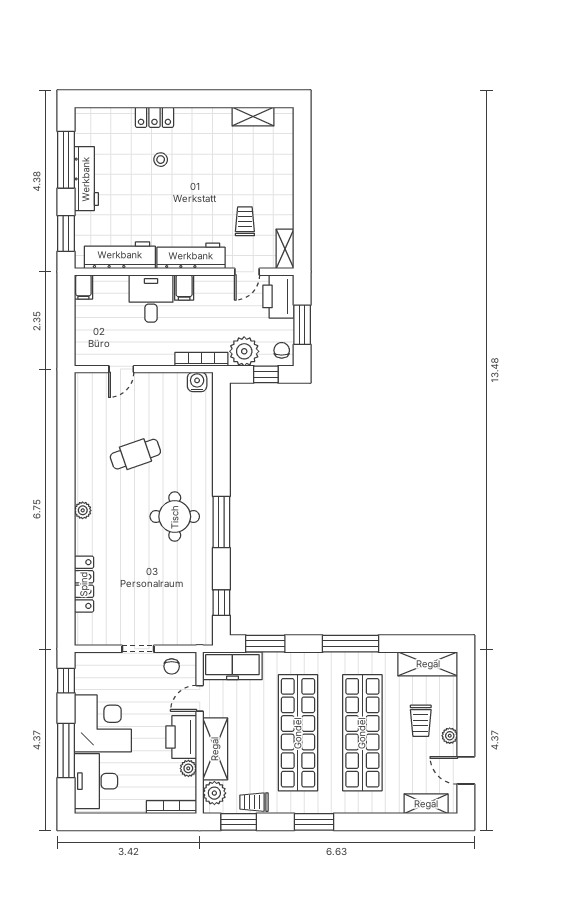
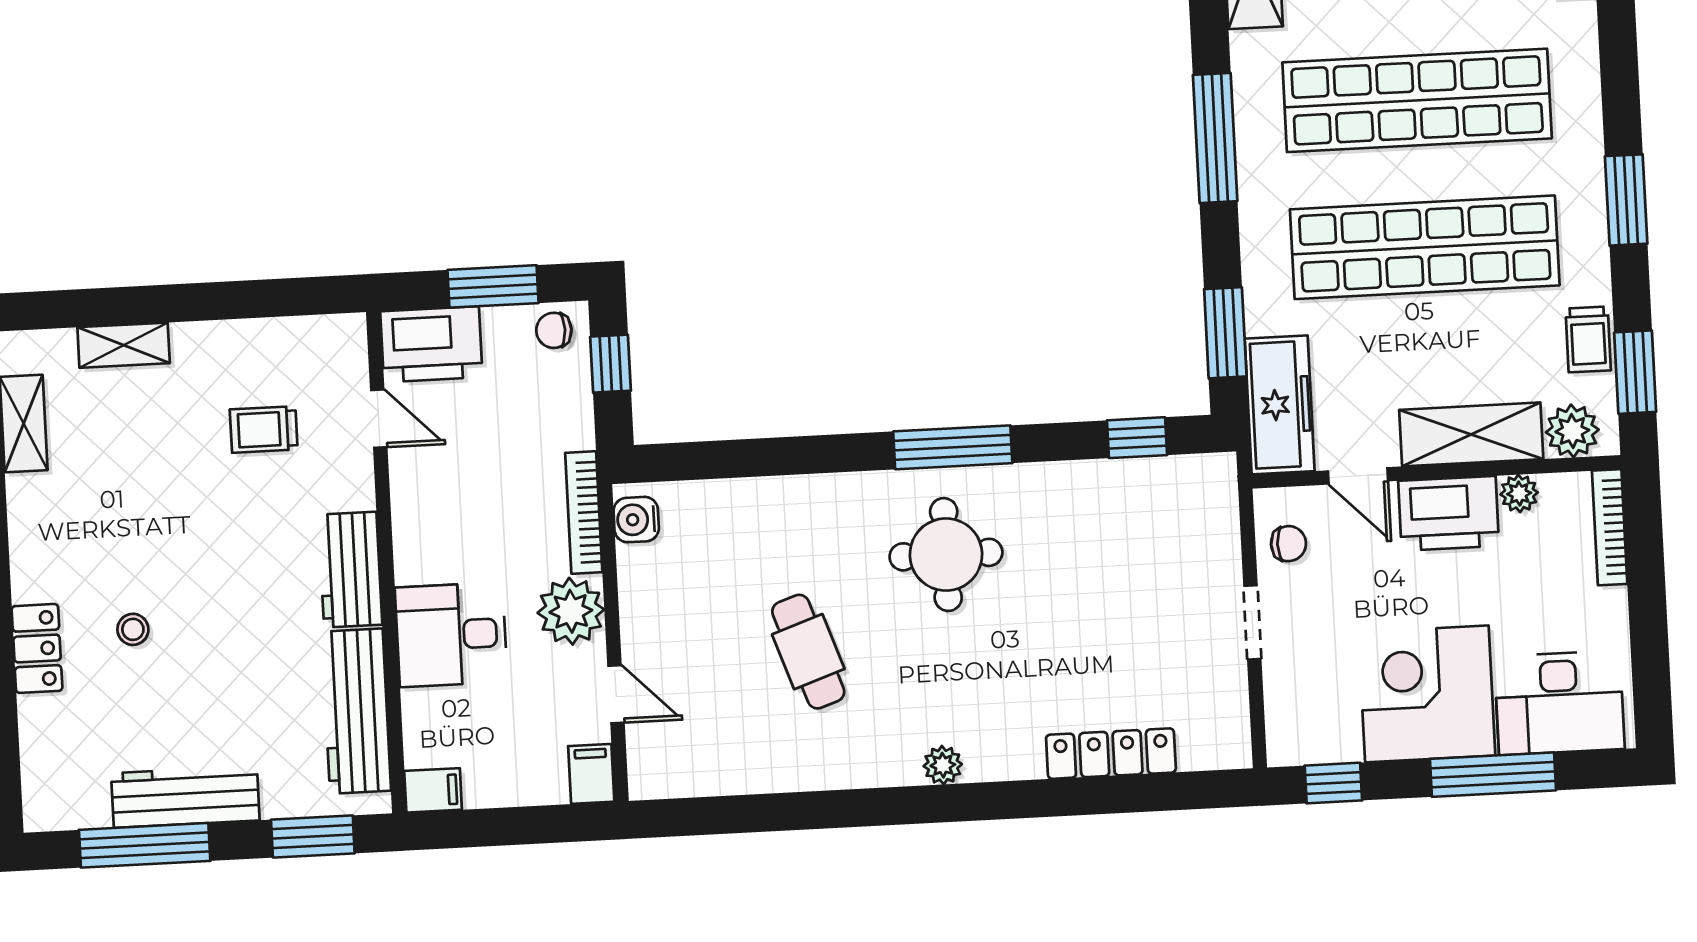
shelving: (285, 249) -> (124, 345), moved
workbench: (191, 256) -> (350, 570), width x0.73
filing cabinet: (184, 288) -> (591, 774), moved, turned -90
plant: (244, 351) -> (571, 611), moved

